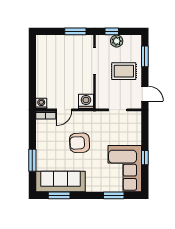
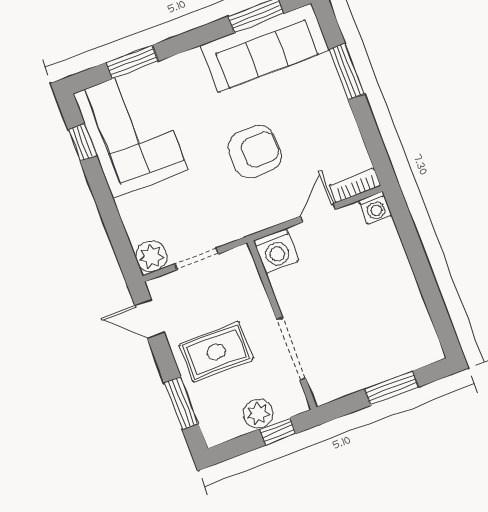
window: (75, 31) -> (391, 388), moved
plant: (135, 118) -> (151, 256), added
window: (145, 158) -> (82, 143), moved

